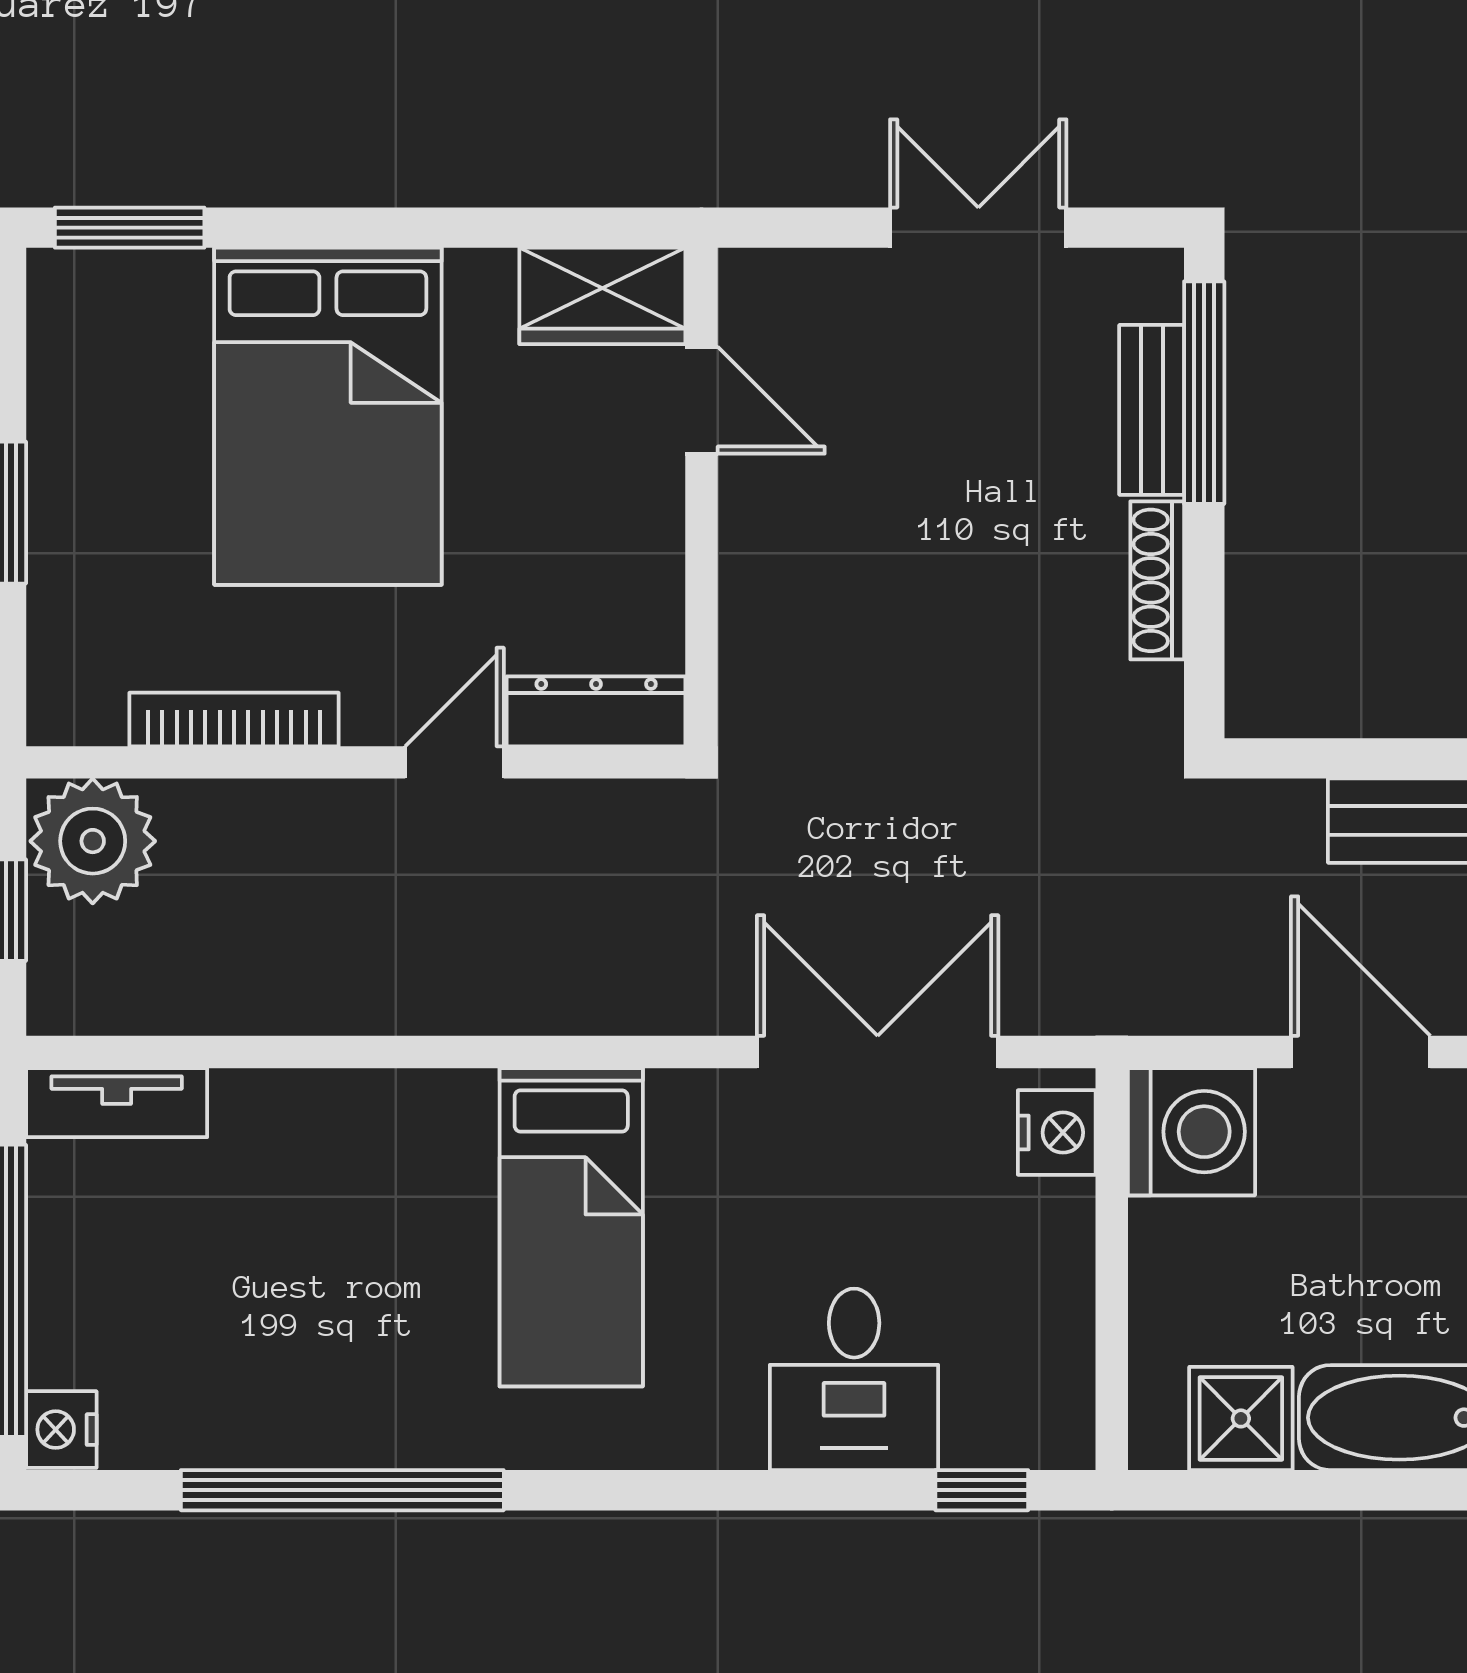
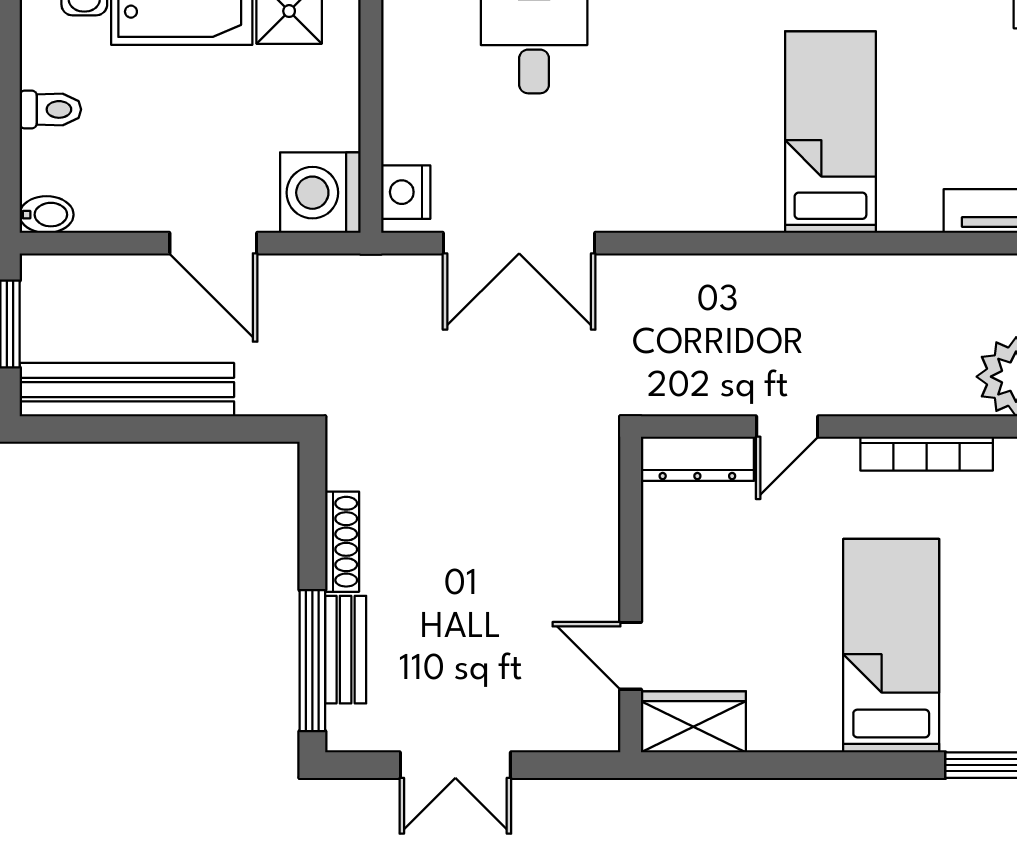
bed: (328, 416) -> (891, 646), width x0.67
bed: (571, 1227) -> (830, 132), moved

